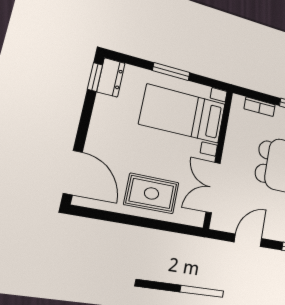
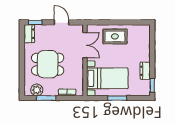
dresser: (111, 77) -> (145, 71), moved
door: (73, 173) -> (152, 39), removed
door: (248, 240) -> (62, 22), swing flipped

